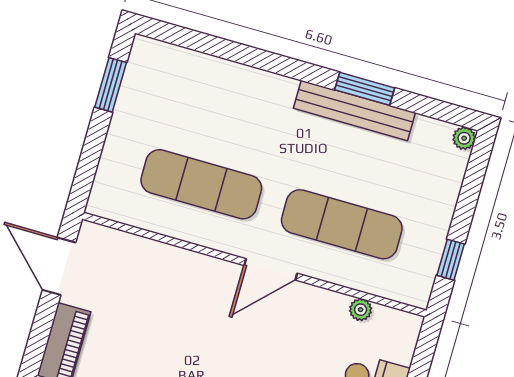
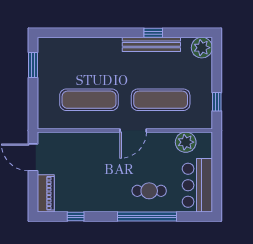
window: (365, 89) -> (153, 33), width x0.67
plant: (464, 138) -> (202, 48), width x1.87, depth x1.87
plant: (361, 310) -> (186, 142), width x1.88, depth x1.88

